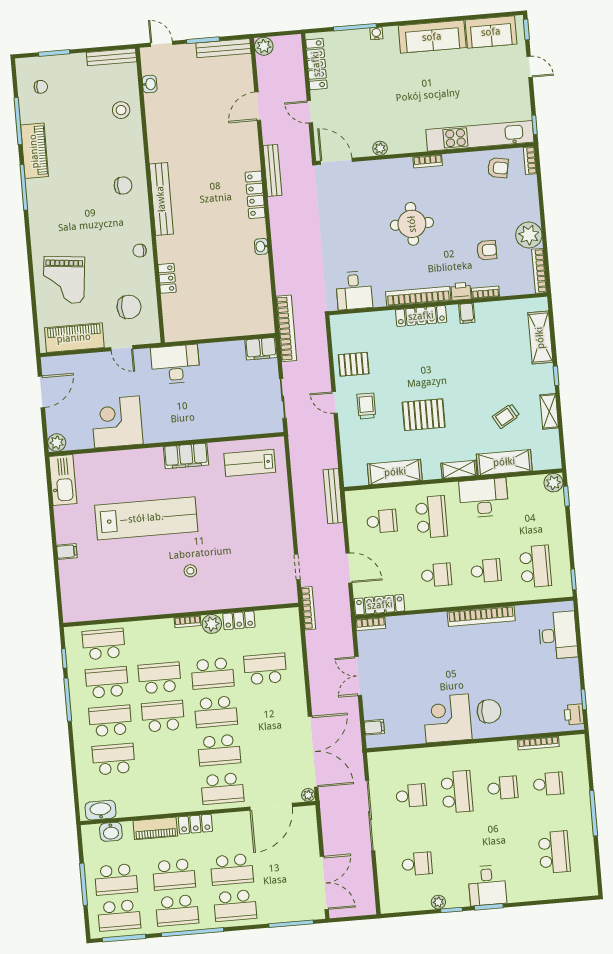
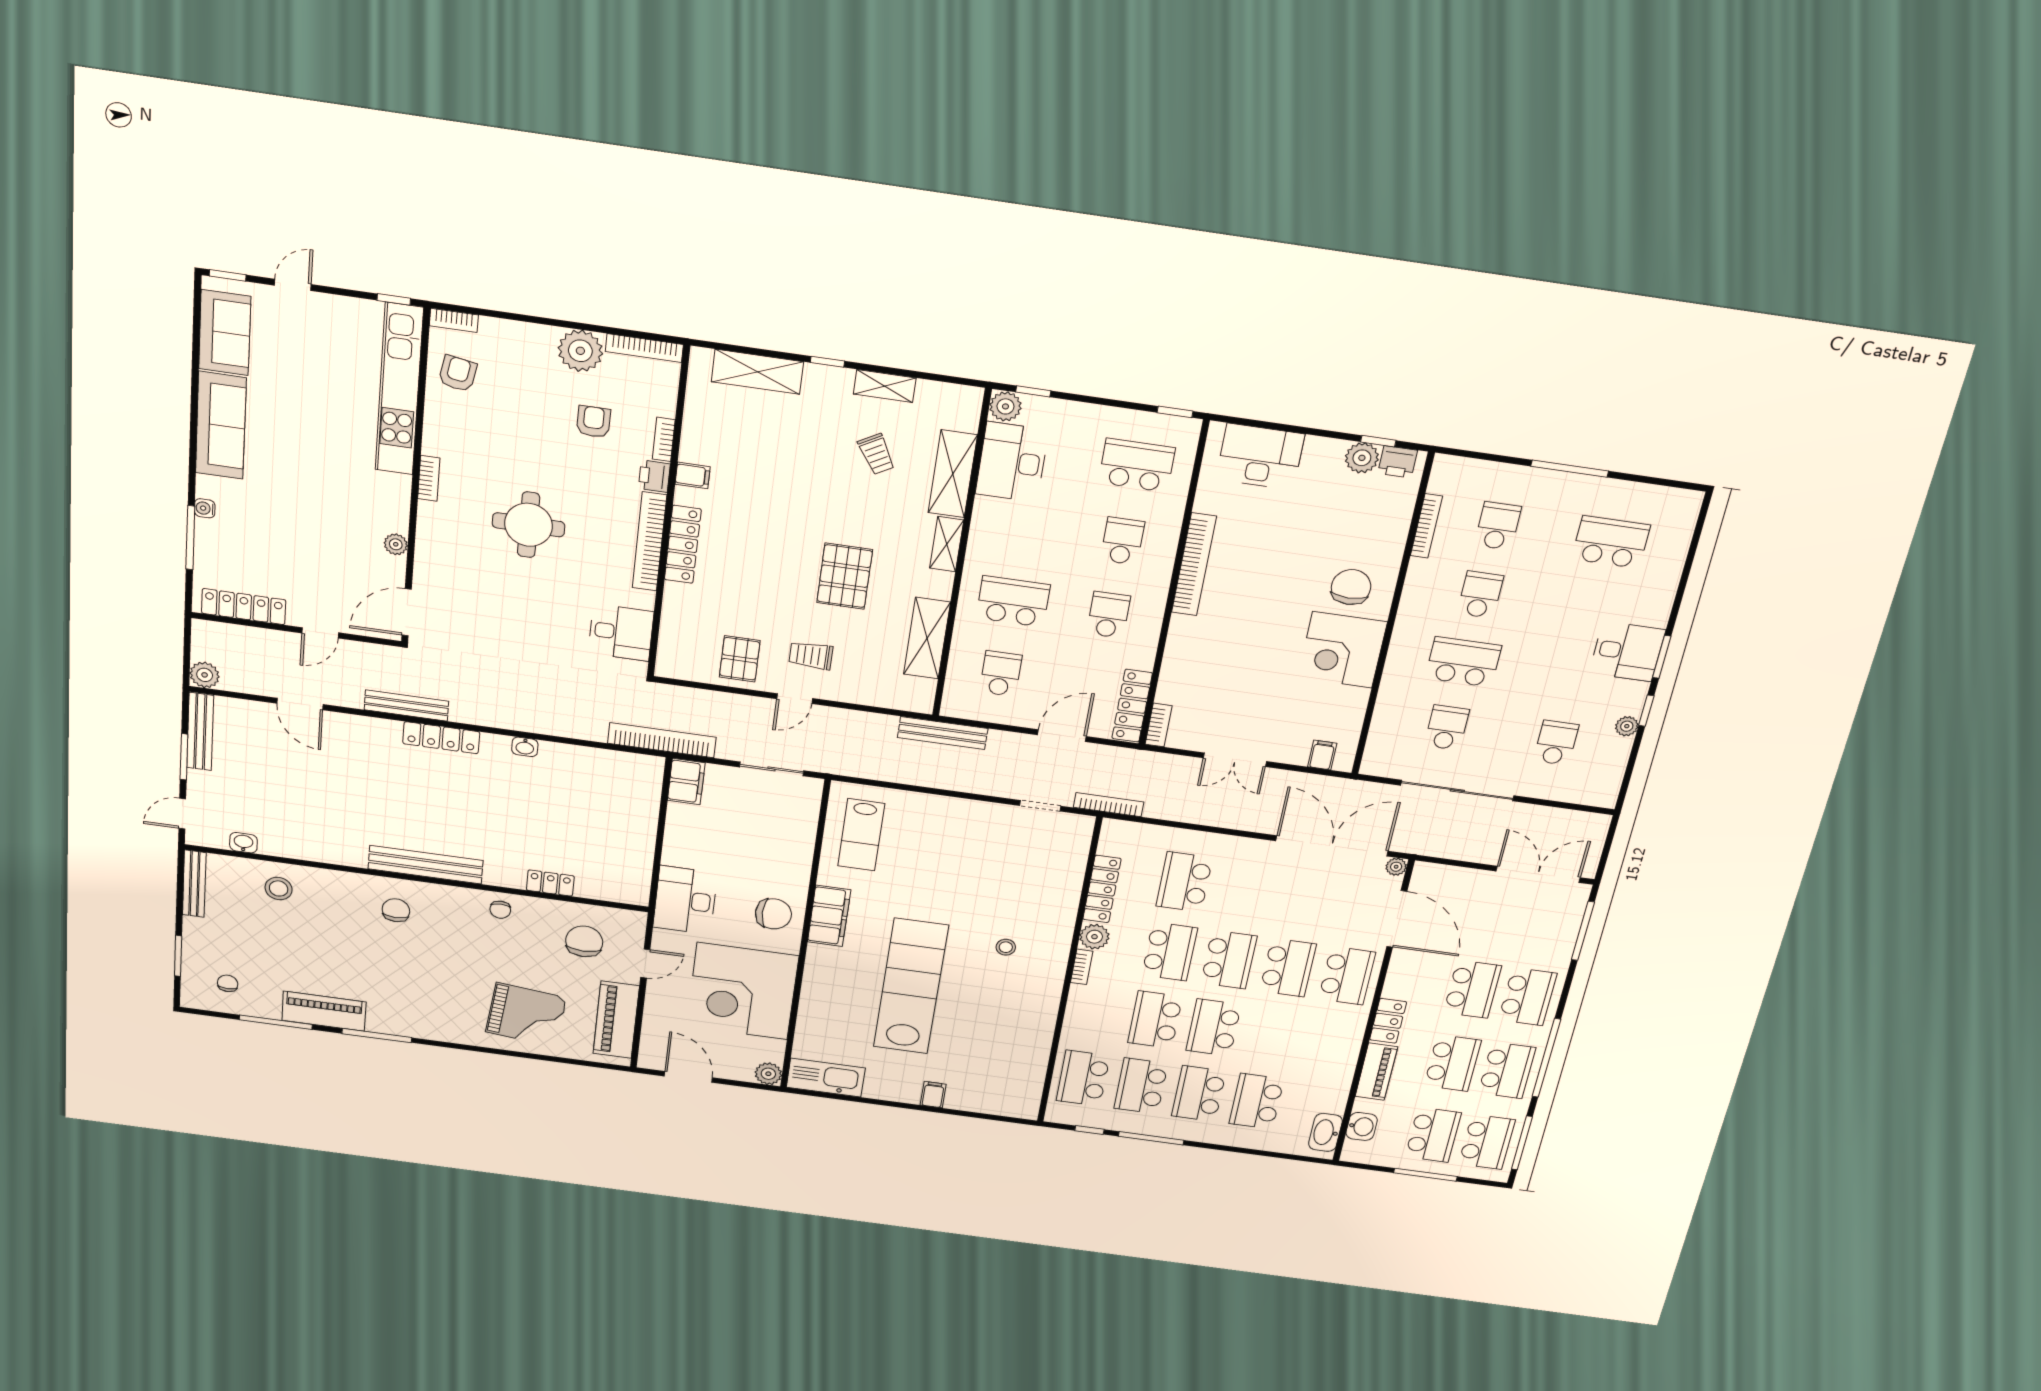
chair: (179, 421) -> (773, 914), added
corner desk: (117, 422) -> (742, 991), width x1.36, depth x1.36
desk: (484, 498) -> (1012, 462), moved
locker: (239, 620) -> (1102, 889), width x1.53
plant: (571, 693) -> (1362, 458), added

